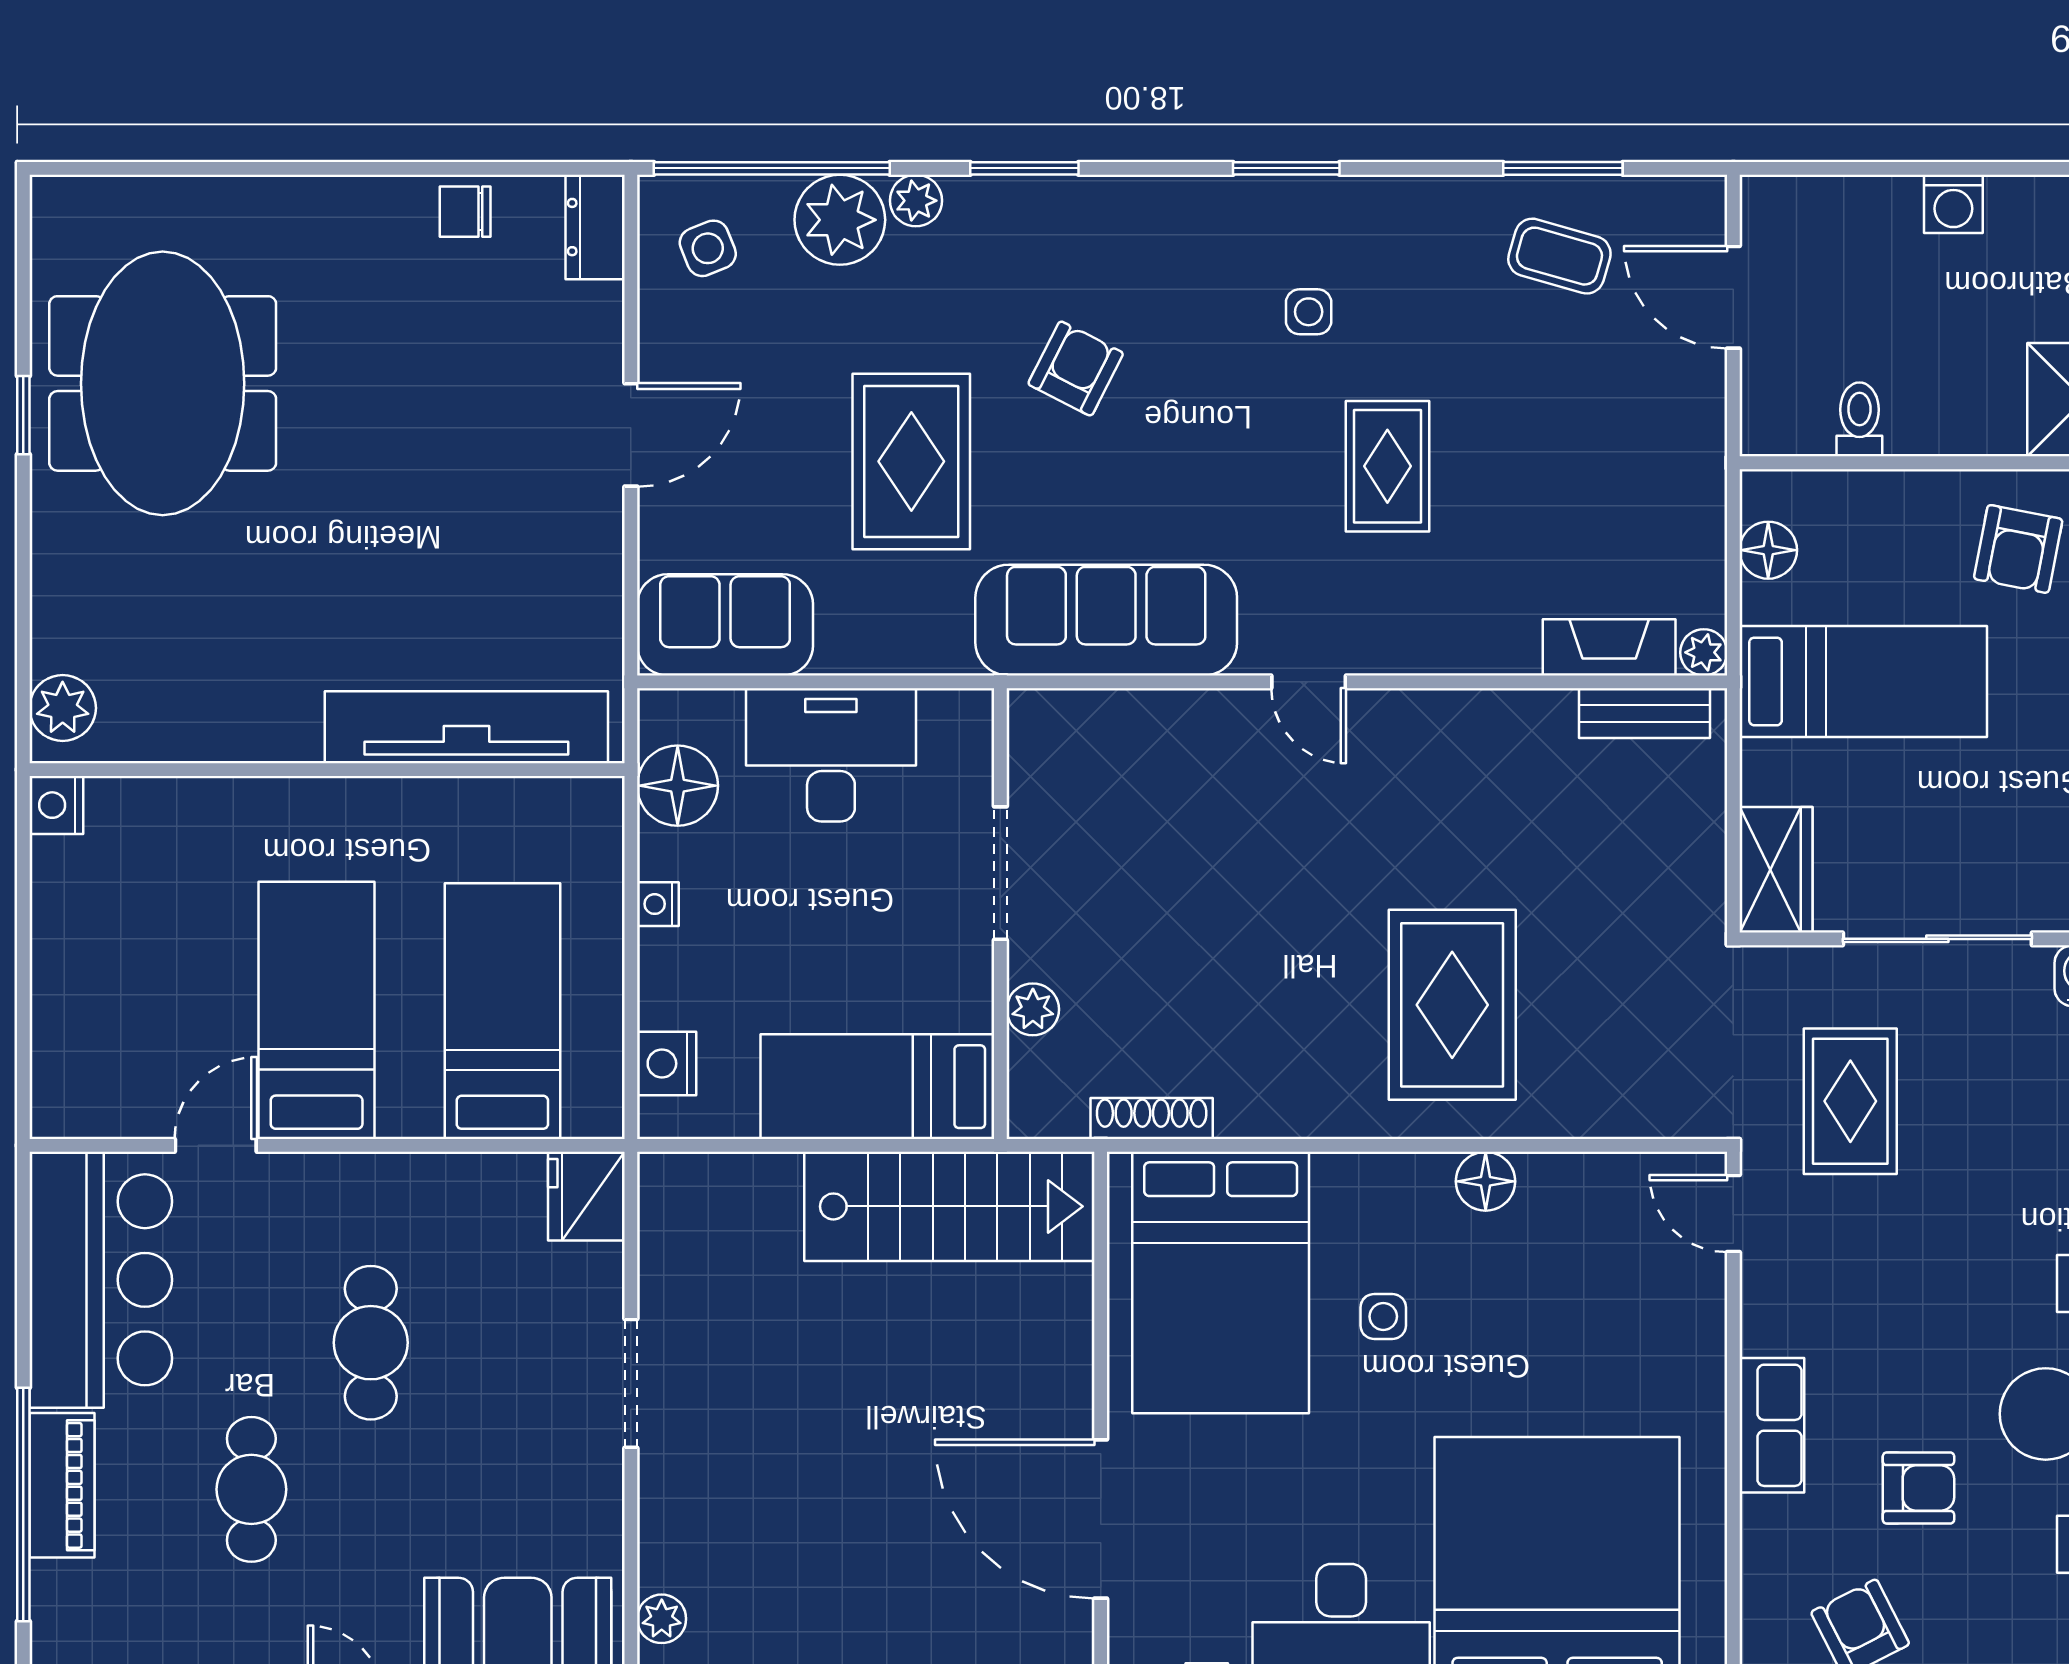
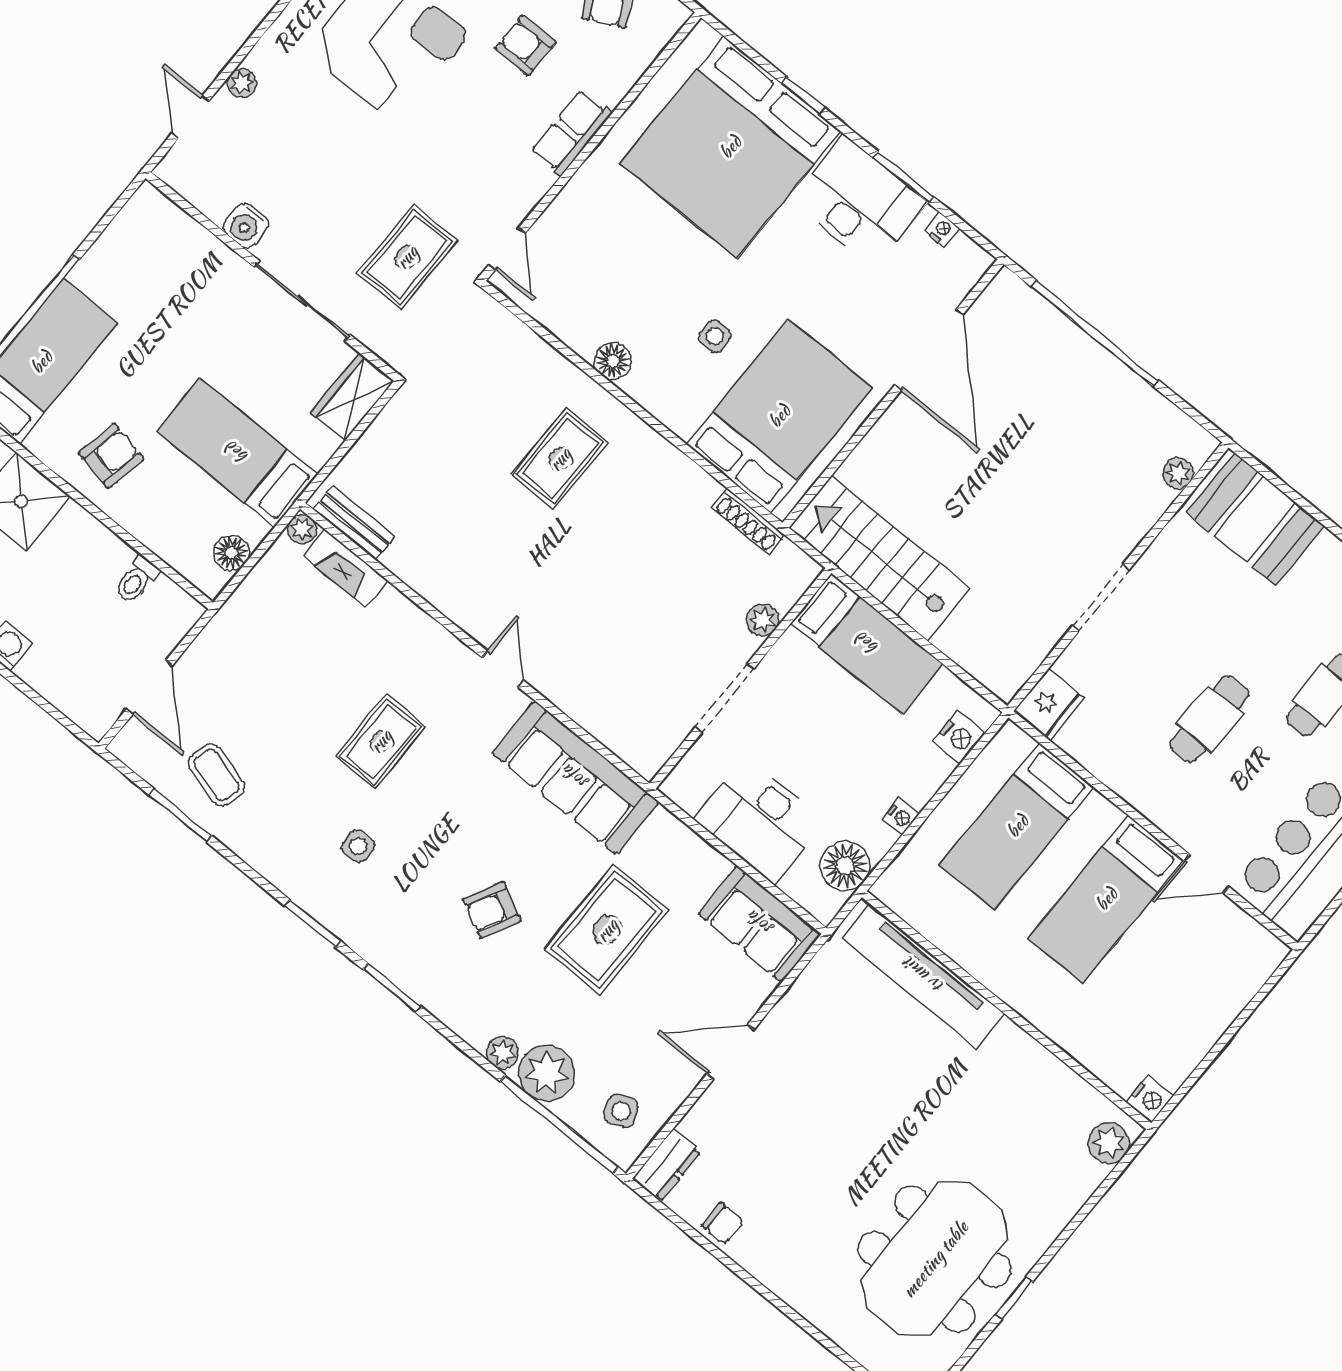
window: (1024, 168) -> (392, 988), moved
rug: (1452, 1005) -> (560, 459), width x0.73, depth x0.70

